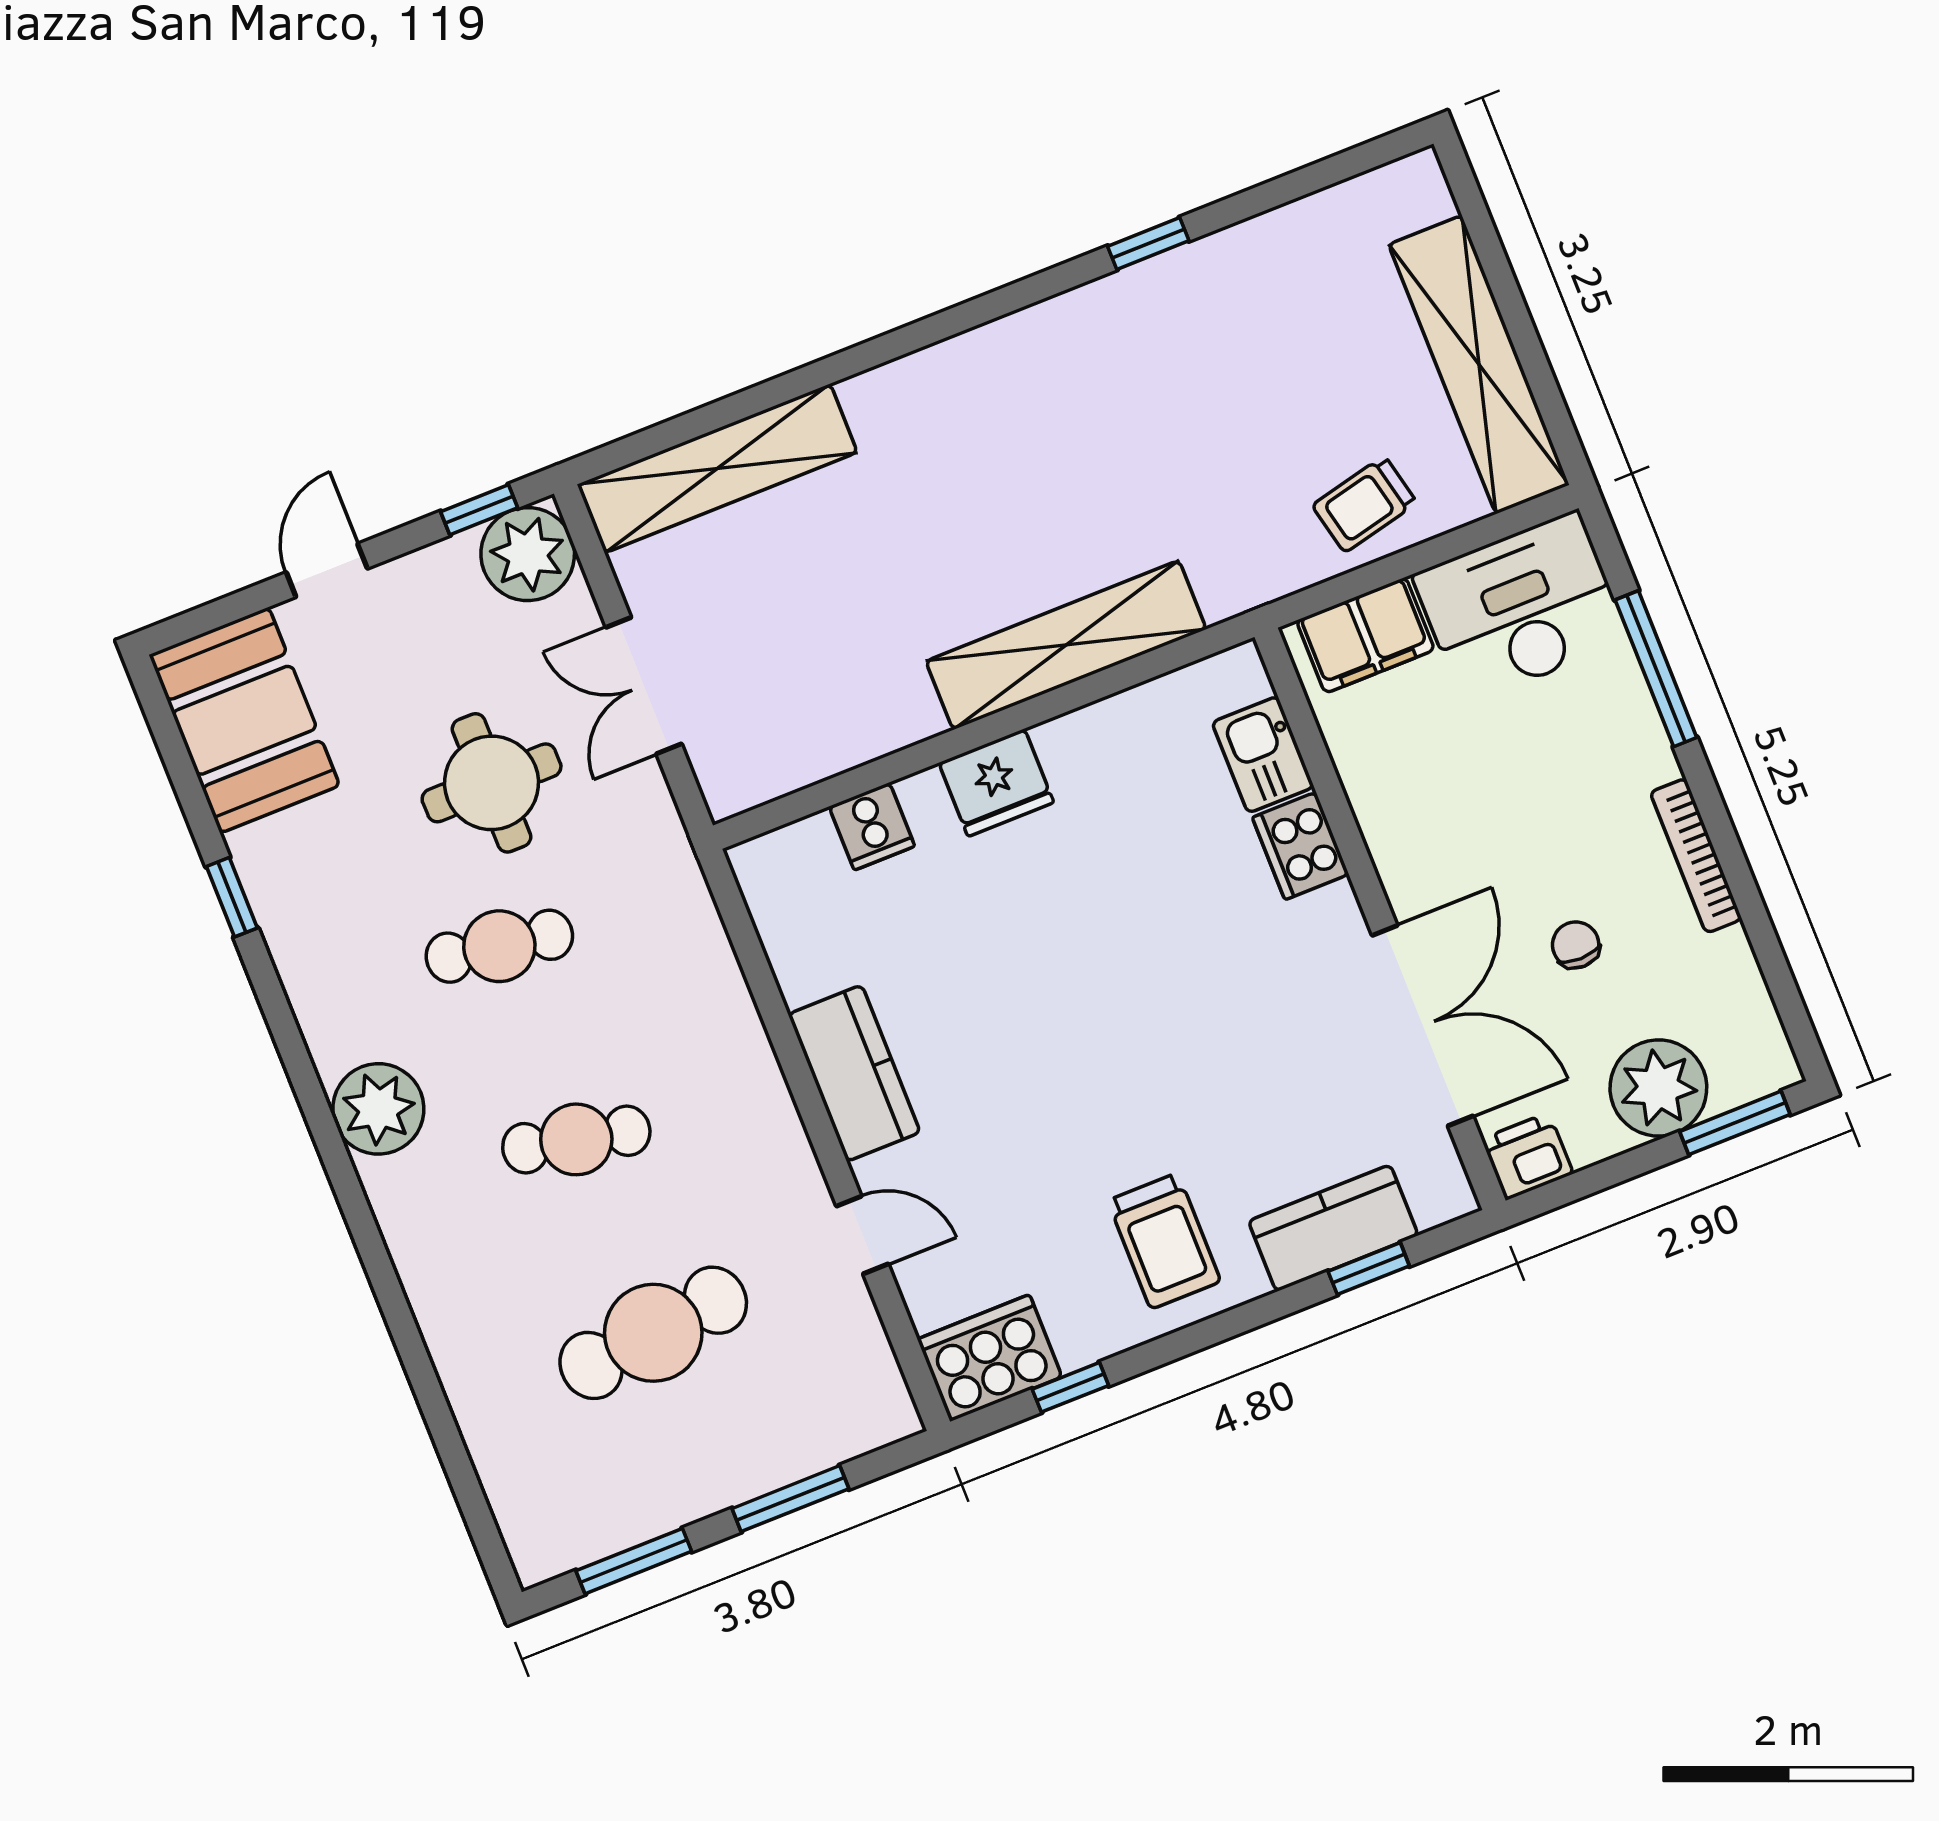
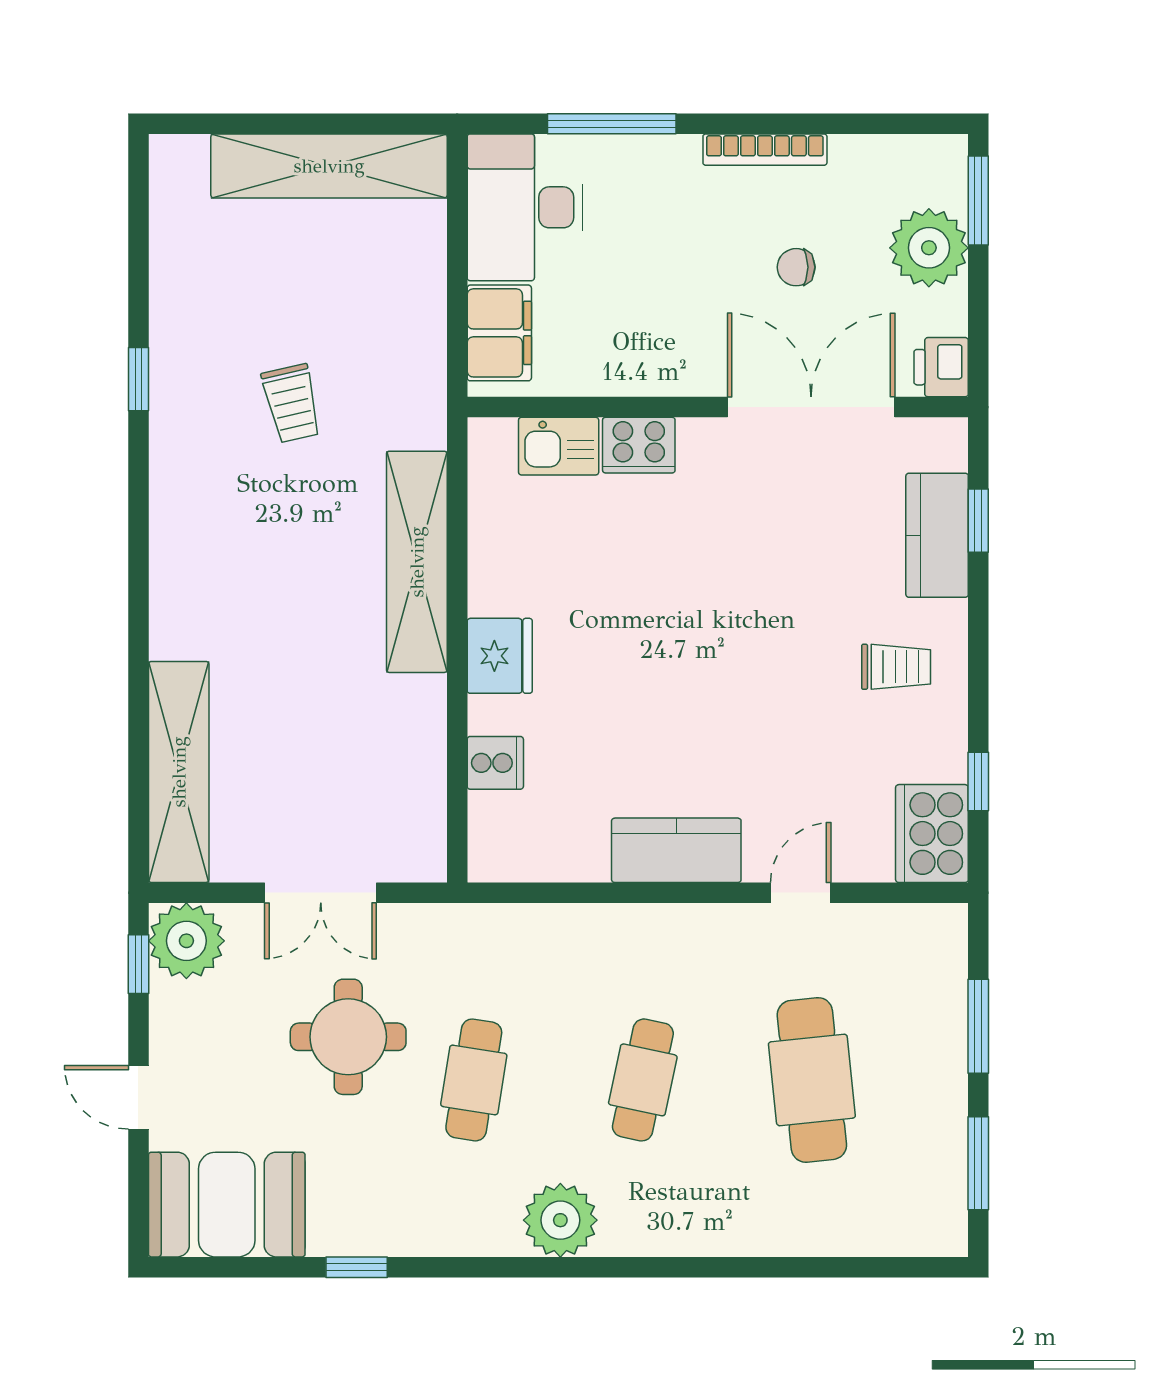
trolley: (1364, 504) -> (292, 403), moved
trolley: (1164, 1241) -> (896, 667), width x0.73, depth x0.72

